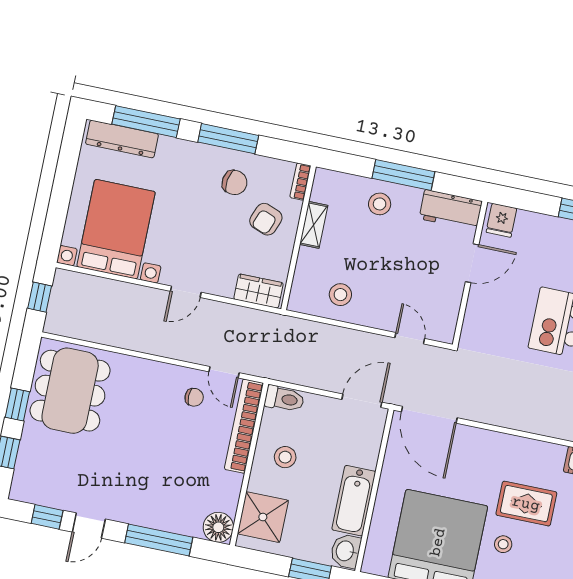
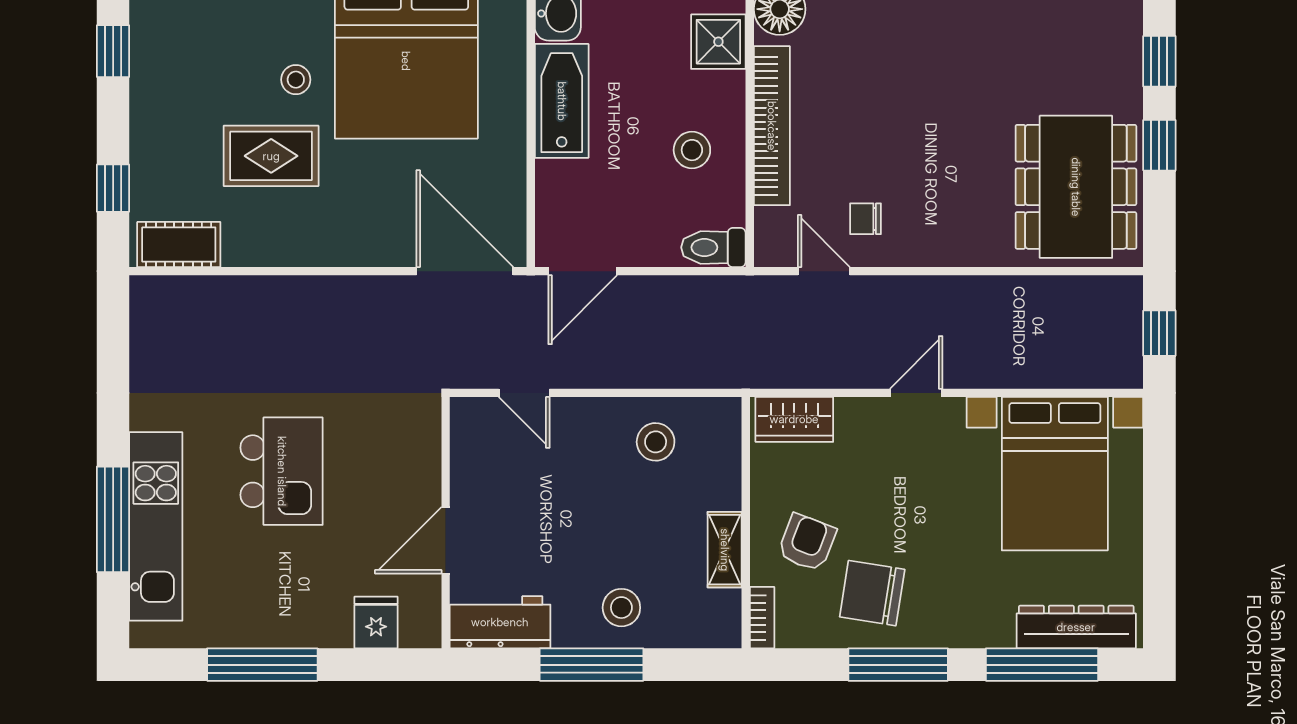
chair: (235, 183) -> (872, 593), width x1.37, depth x1.37
fridge: (501, 220) -> (376, 623), moved
bookcase: (244, 426) -> (772, 126), moved
shower: (263, 517) -> (718, 42), width x0.73, depth x0.73

